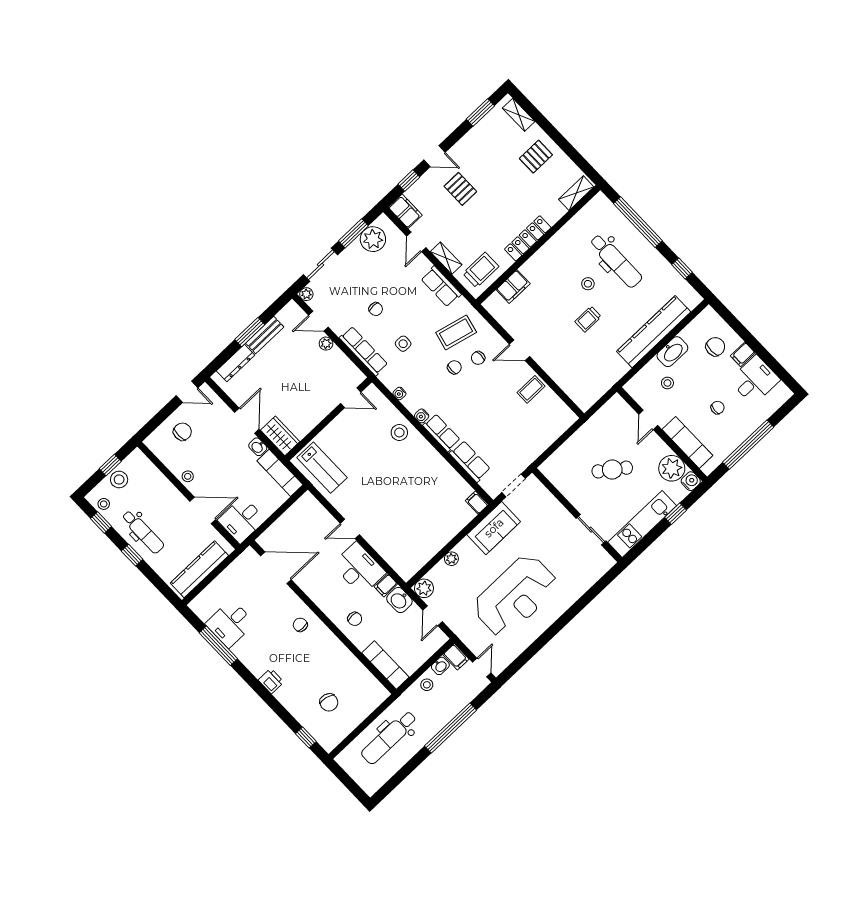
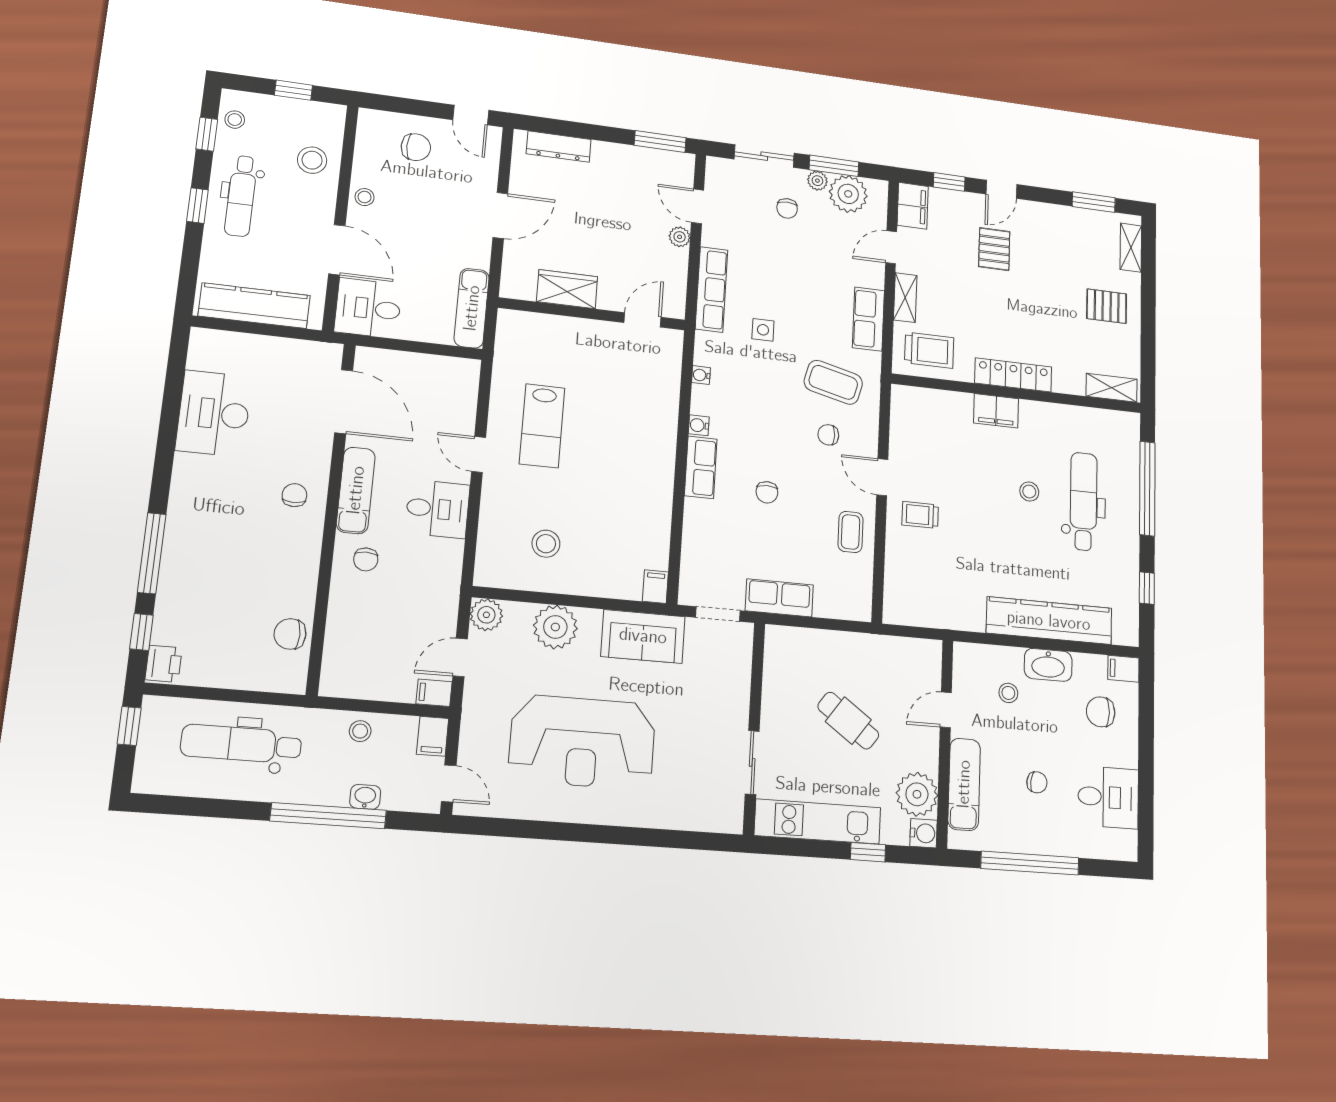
door: (435, 156) -> (1001, 189), hinge flipped
dental chair: (616, 261) -> (1084, 501), turned 180
filing cabinet: (513, 287) -> (996, 411), moved
plant: (306, 294) -> (817, 181), moved
chair: (376, 309) -> (787, 208), moved
trolley: (588, 319) -> (920, 515), moved
window: (250, 332) -> (660, 142), moved
bench: (265, 335) -> (623, 155), removed
chair: (715, 347) -> (1101, 712), turned 180
filing cabinet: (743, 354) -> (1123, 669), moved
chair: (454, 367) -> (767, 492), moved, turned 90
coffee table: (531, 389) -> (850, 532), turned 90
door: (351, 398) -> (642, 320), swing flipped
stool: (399, 432) -> (546, 544), moved
wardrobe: (280, 436) -> (567, 289), moved, turned -90
washbasin: (258, 447) -> (480, 255), removed
row of seats: (470, 461) -> (779, 598), moved, turned -90
lab bench: (322, 468) -> (542, 426), moved
stool: (119, 480) -> (312, 160), moved
plant: (451, 559) -> (555, 627), width x1.87, depth x1.87
desk: (359, 569) -> (437, 509), width x0.73
filing cabinet: (386, 585) -> (434, 693), moved
washbasin: (399, 600) -> (443, 596), removed
desk: (230, 623) -> (214, 413), width x1.37
window: (218, 646) -> (152, 553), moved
exam couch: (385, 665) -> (356, 490), moved
washbasin: (440, 666) -> (365, 797), moved, turned 180
door: (482, 667) -> (449, 783), hinge flipped
printer: (271, 681) -> (164, 664), moved
chair: (329, 702) -> (290, 634), moved, turned 77
window: (342, 775) -> (129, 726), added

